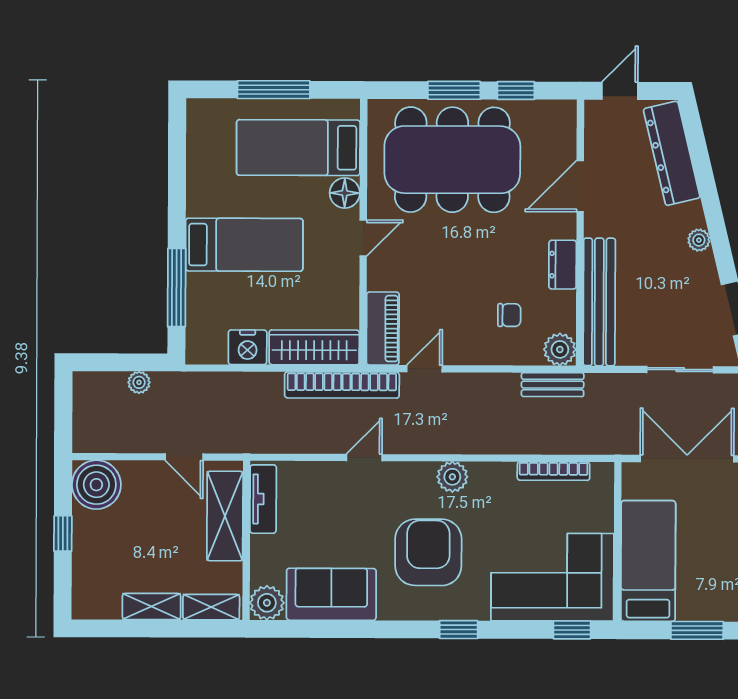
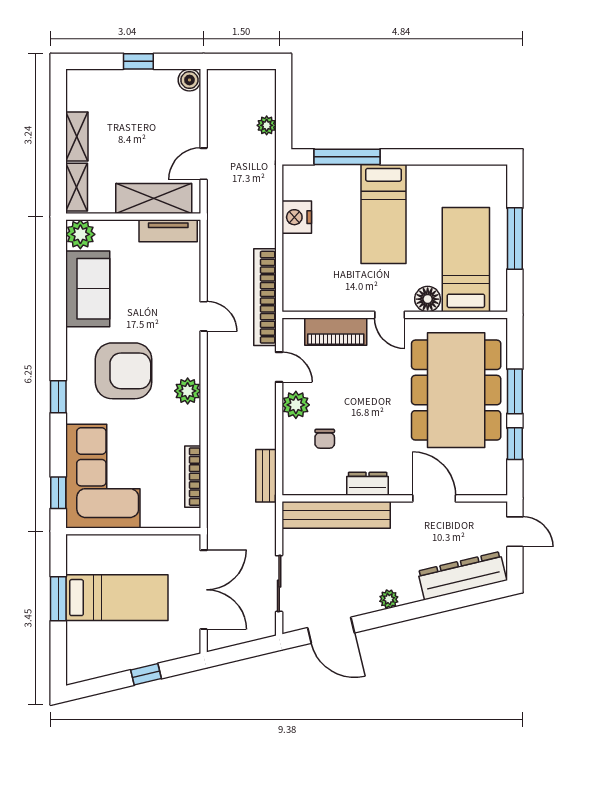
piano: (383, 329) -> (336, 332), moved
wardrobe: (314, 347) -> (297, 274), removed
plant: (560, 349) -> (296, 405), moved
boiler: (96, 485) -> (189, 80), width x0.54, depth x0.54
bed: (648, 561) -> (117, 598), moved

